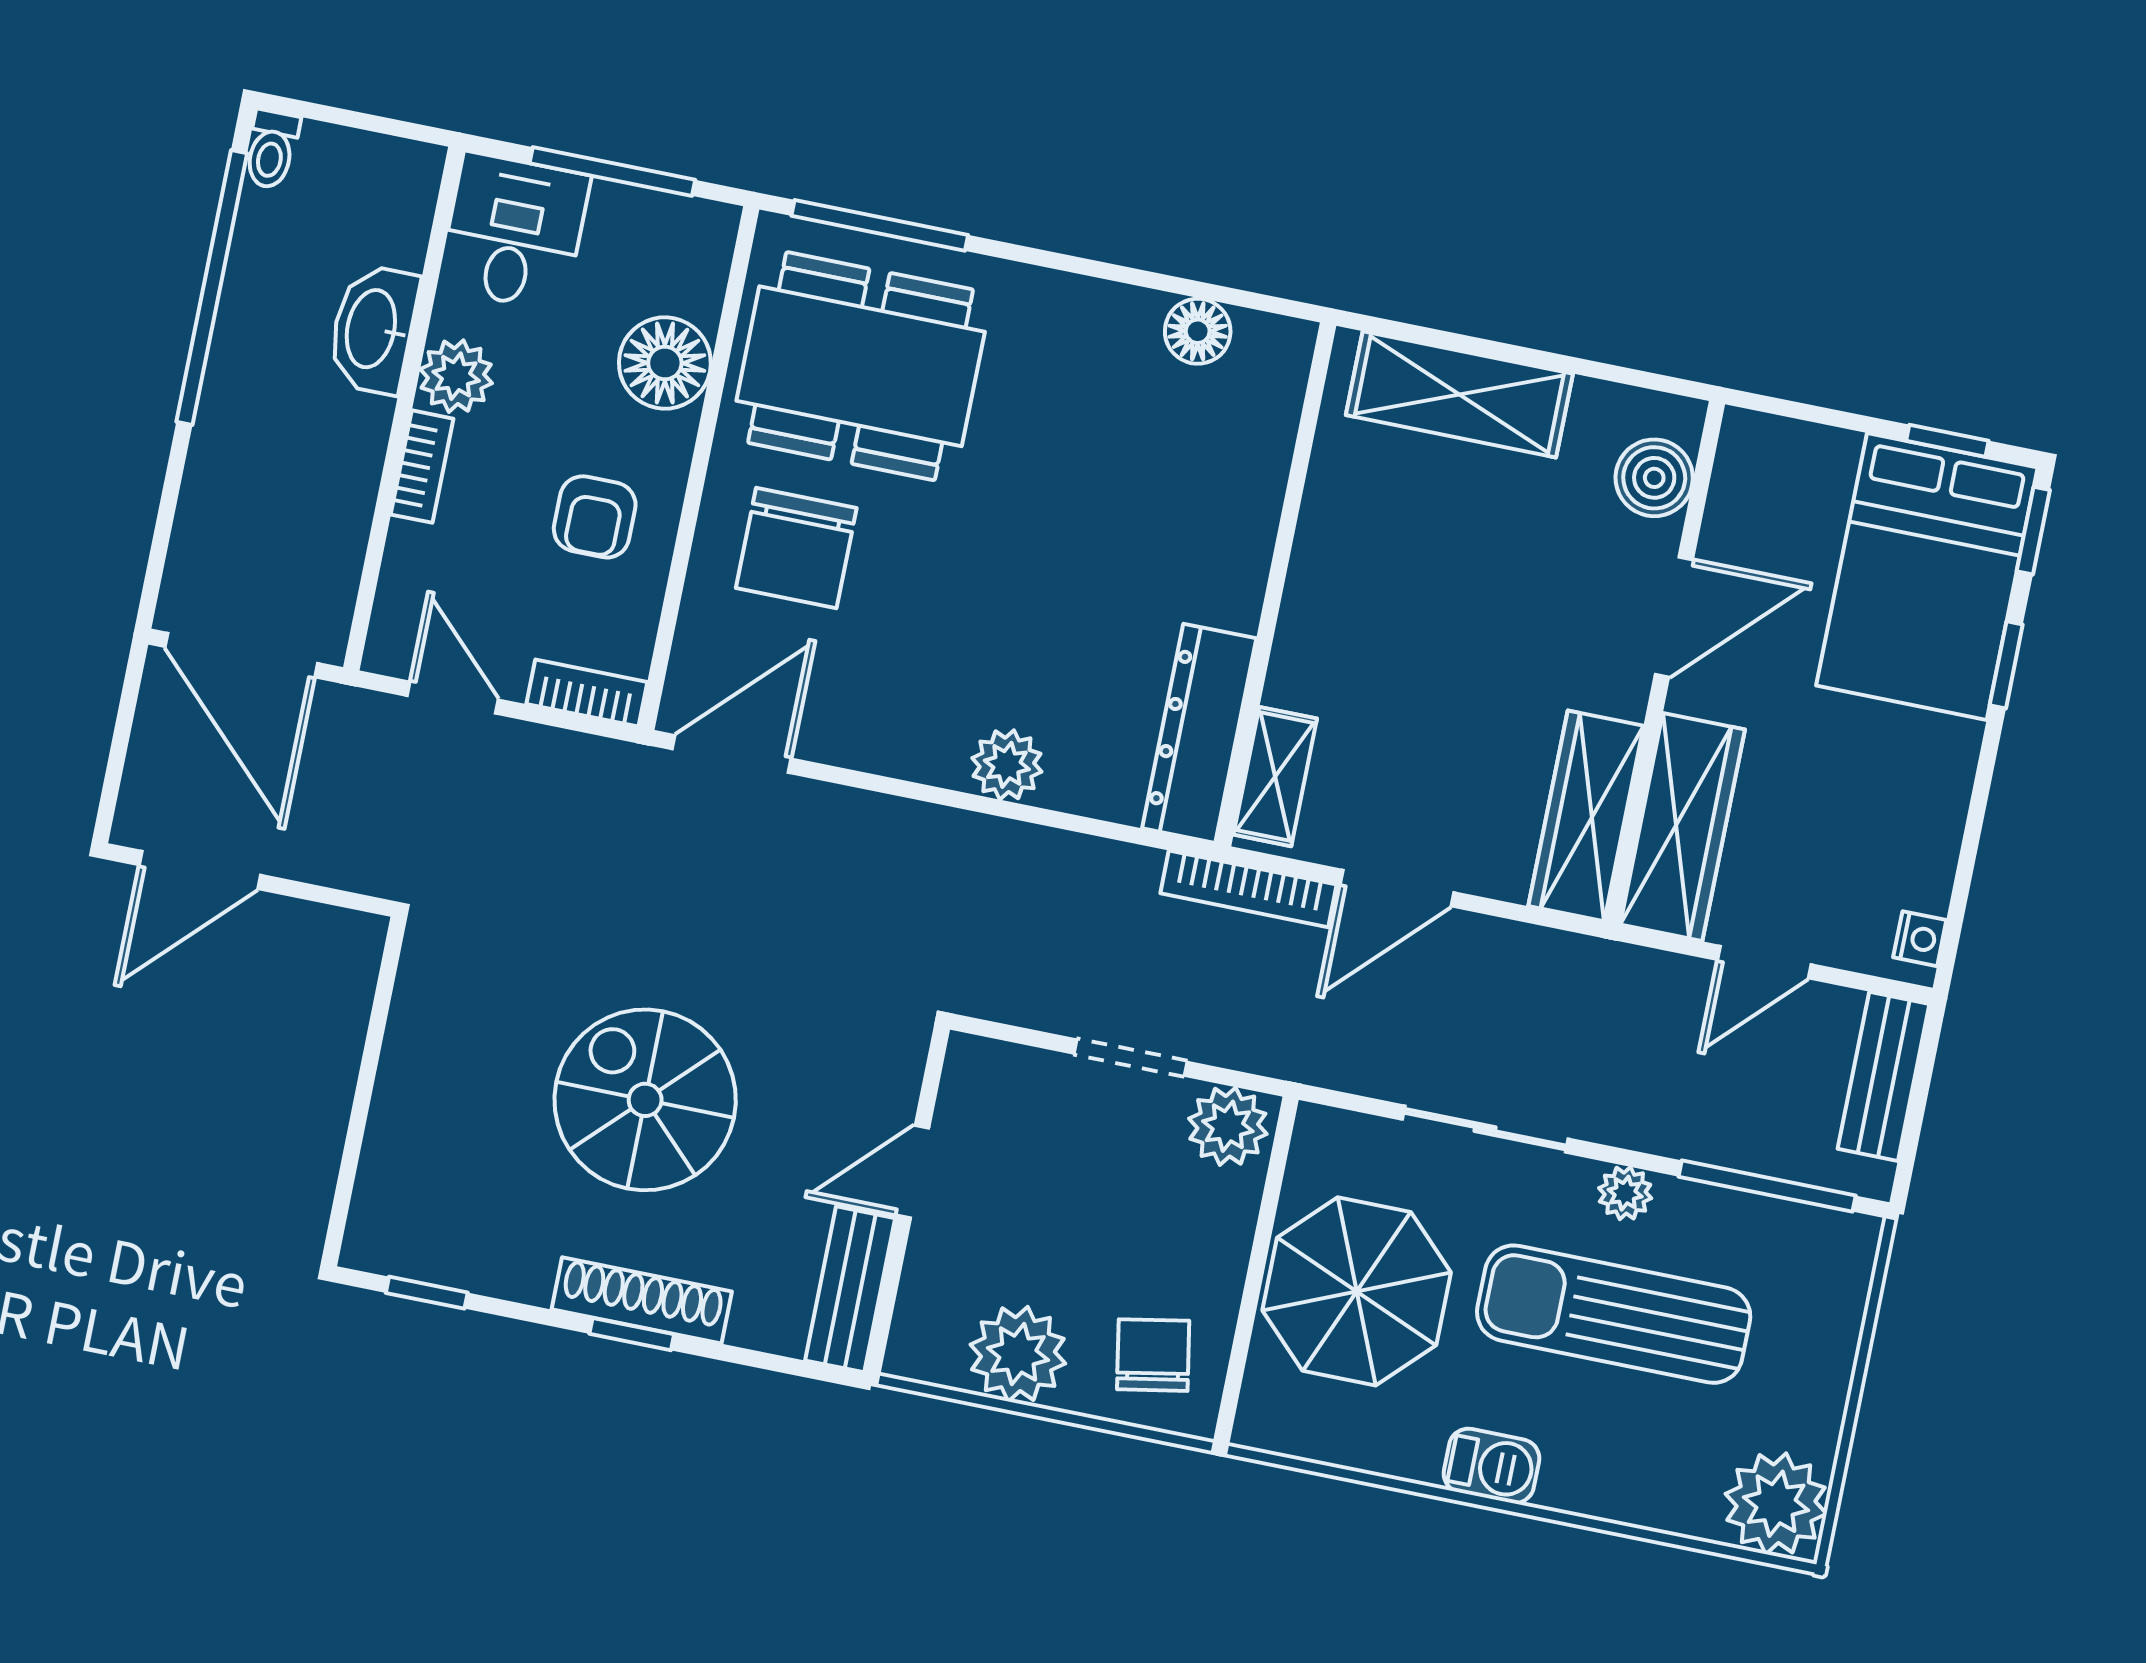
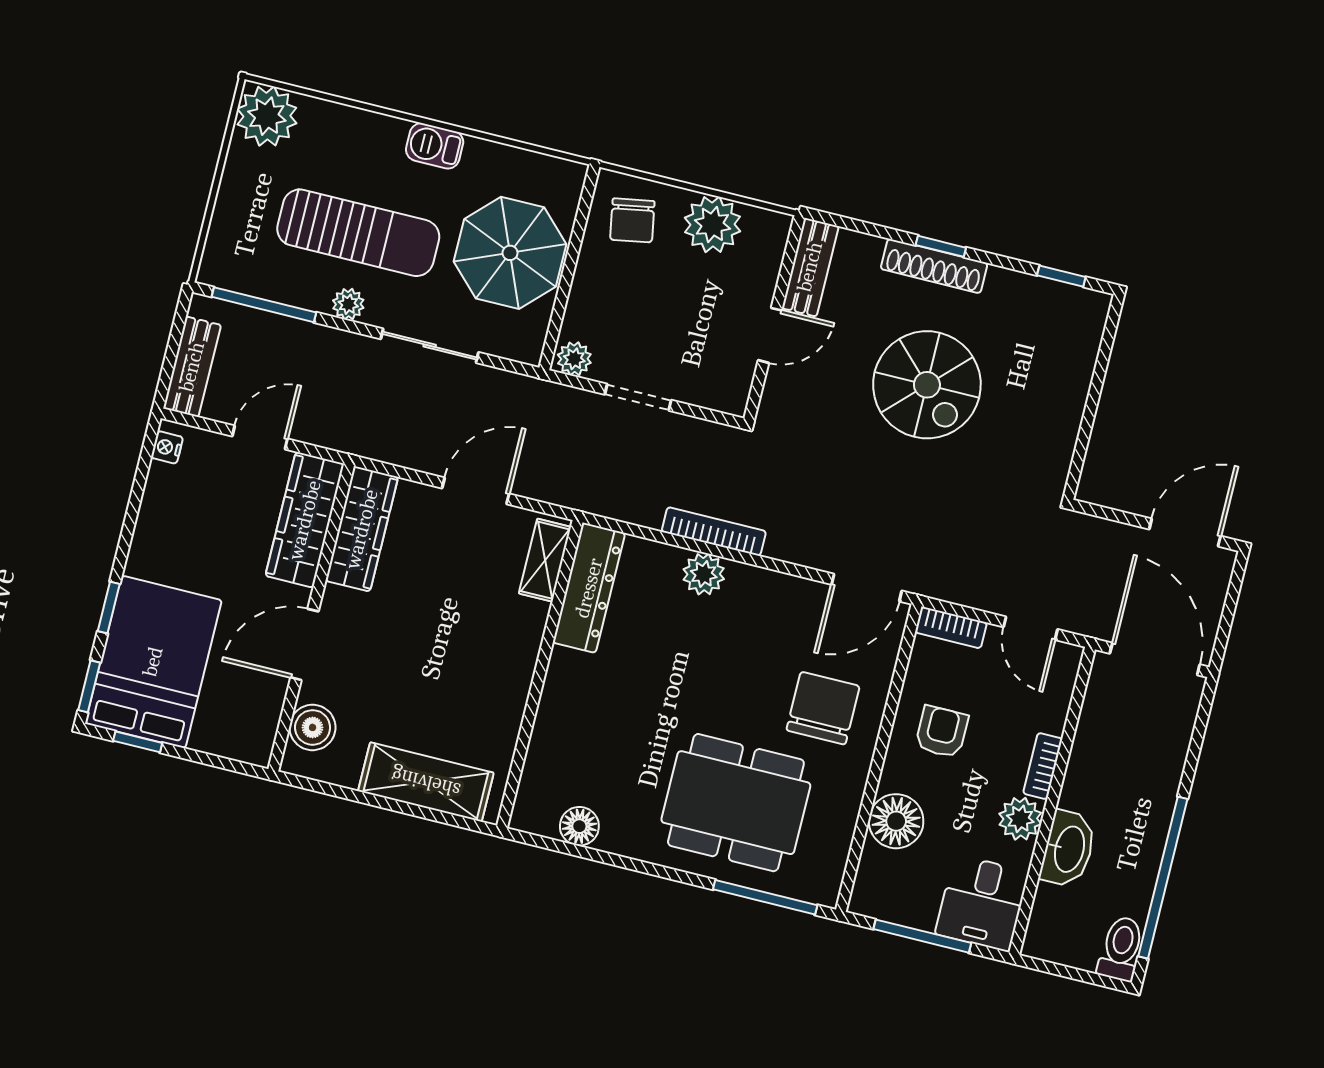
toilet: (271, 149) -> (1121, 948), width x1.37, depth x1.39
dining table: (861, 366) -> (736, 803), moved
bookcase: (1248, 889) -> (714, 531), moved
plant: (1228, 1126) -> (574, 359), width x0.73, depth x0.73

